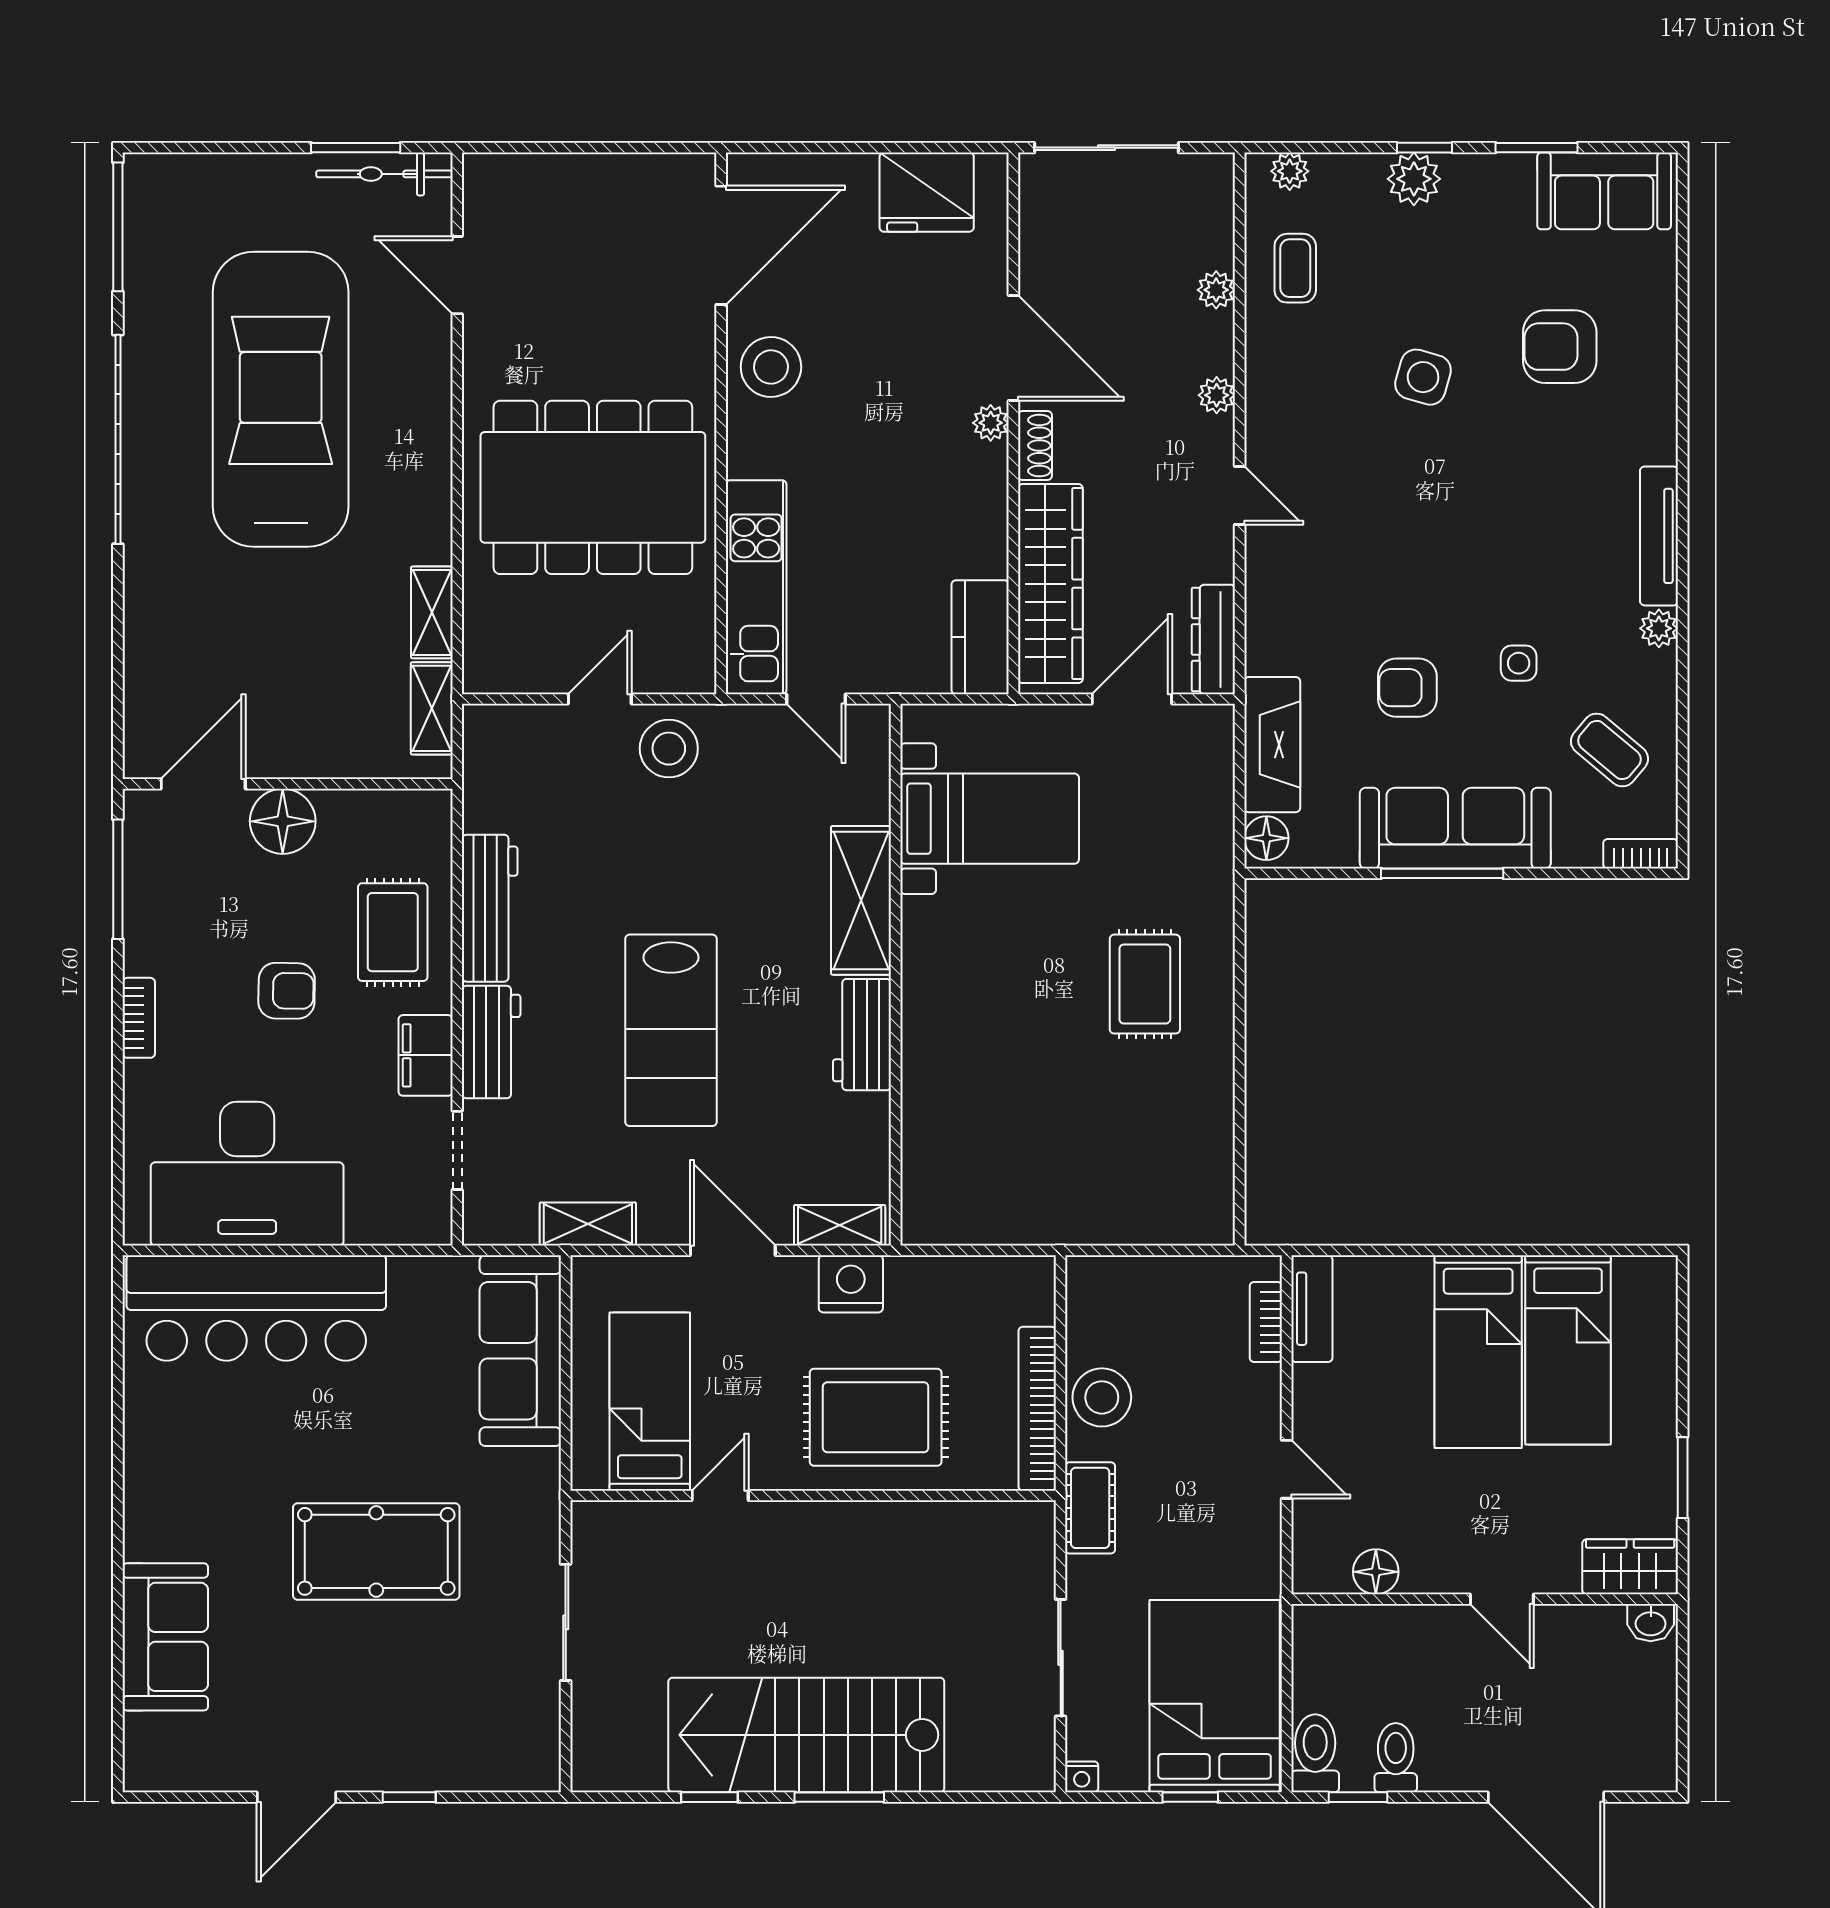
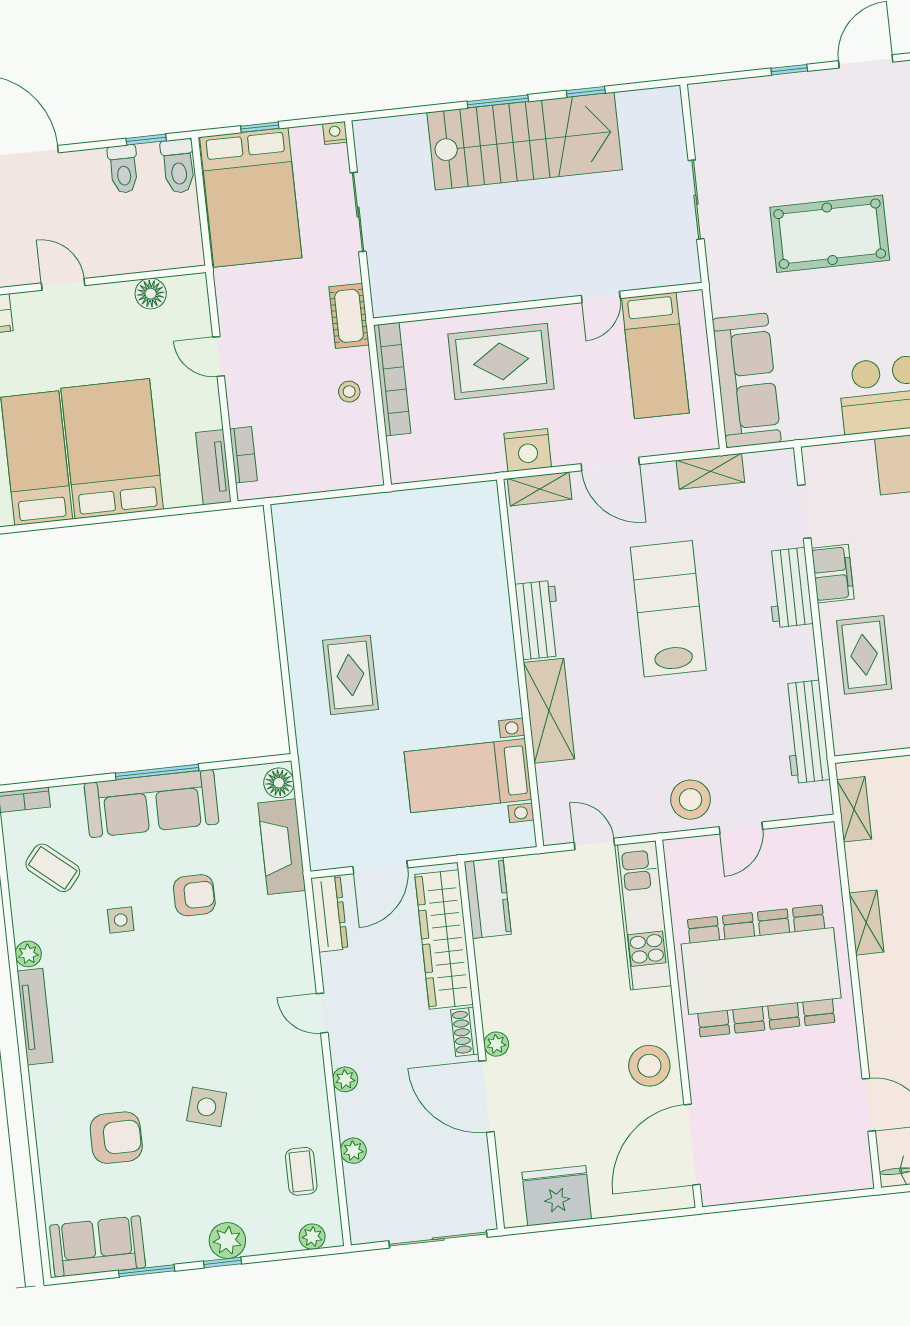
shelving: (432, 612) -> (866, 923), moved
workbench: (490, 908) -> (806, 732), moved
bed: (1478, 1352) -> (112, 449), width x1.50
stool: (1102, 1397) -> (349, 392), width x0.53, depth x0.53

